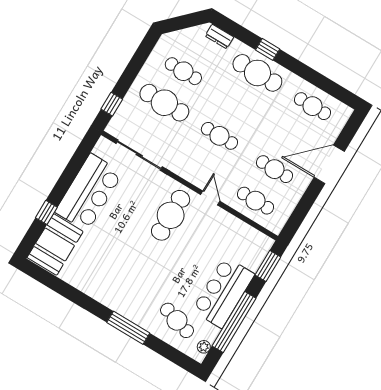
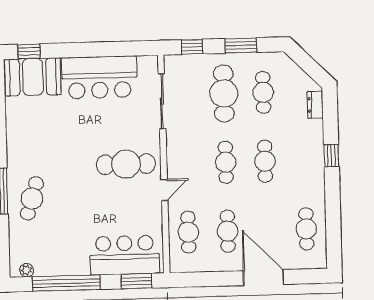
window: (135, 65) -> (241, 45), added
cafe table: (257, 73) -> (265, 161), moved, width x0.73, depth x0.74
window: (46, 212) -> (29, 51), moved
bar counter: (223, 292) -> (125, 255), moved
cafe table: (177, 320) -> (32, 199), moved

